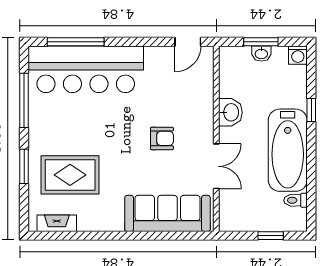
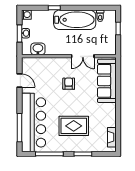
door: (188, 42) -> (20, 81), moved
washbasin: (230, 112) -> (38, 49), moved
double door: (216, 166) -> (83, 56), swing flipped
rug: (70, 175) -> (74, 126), moved, turned 90

